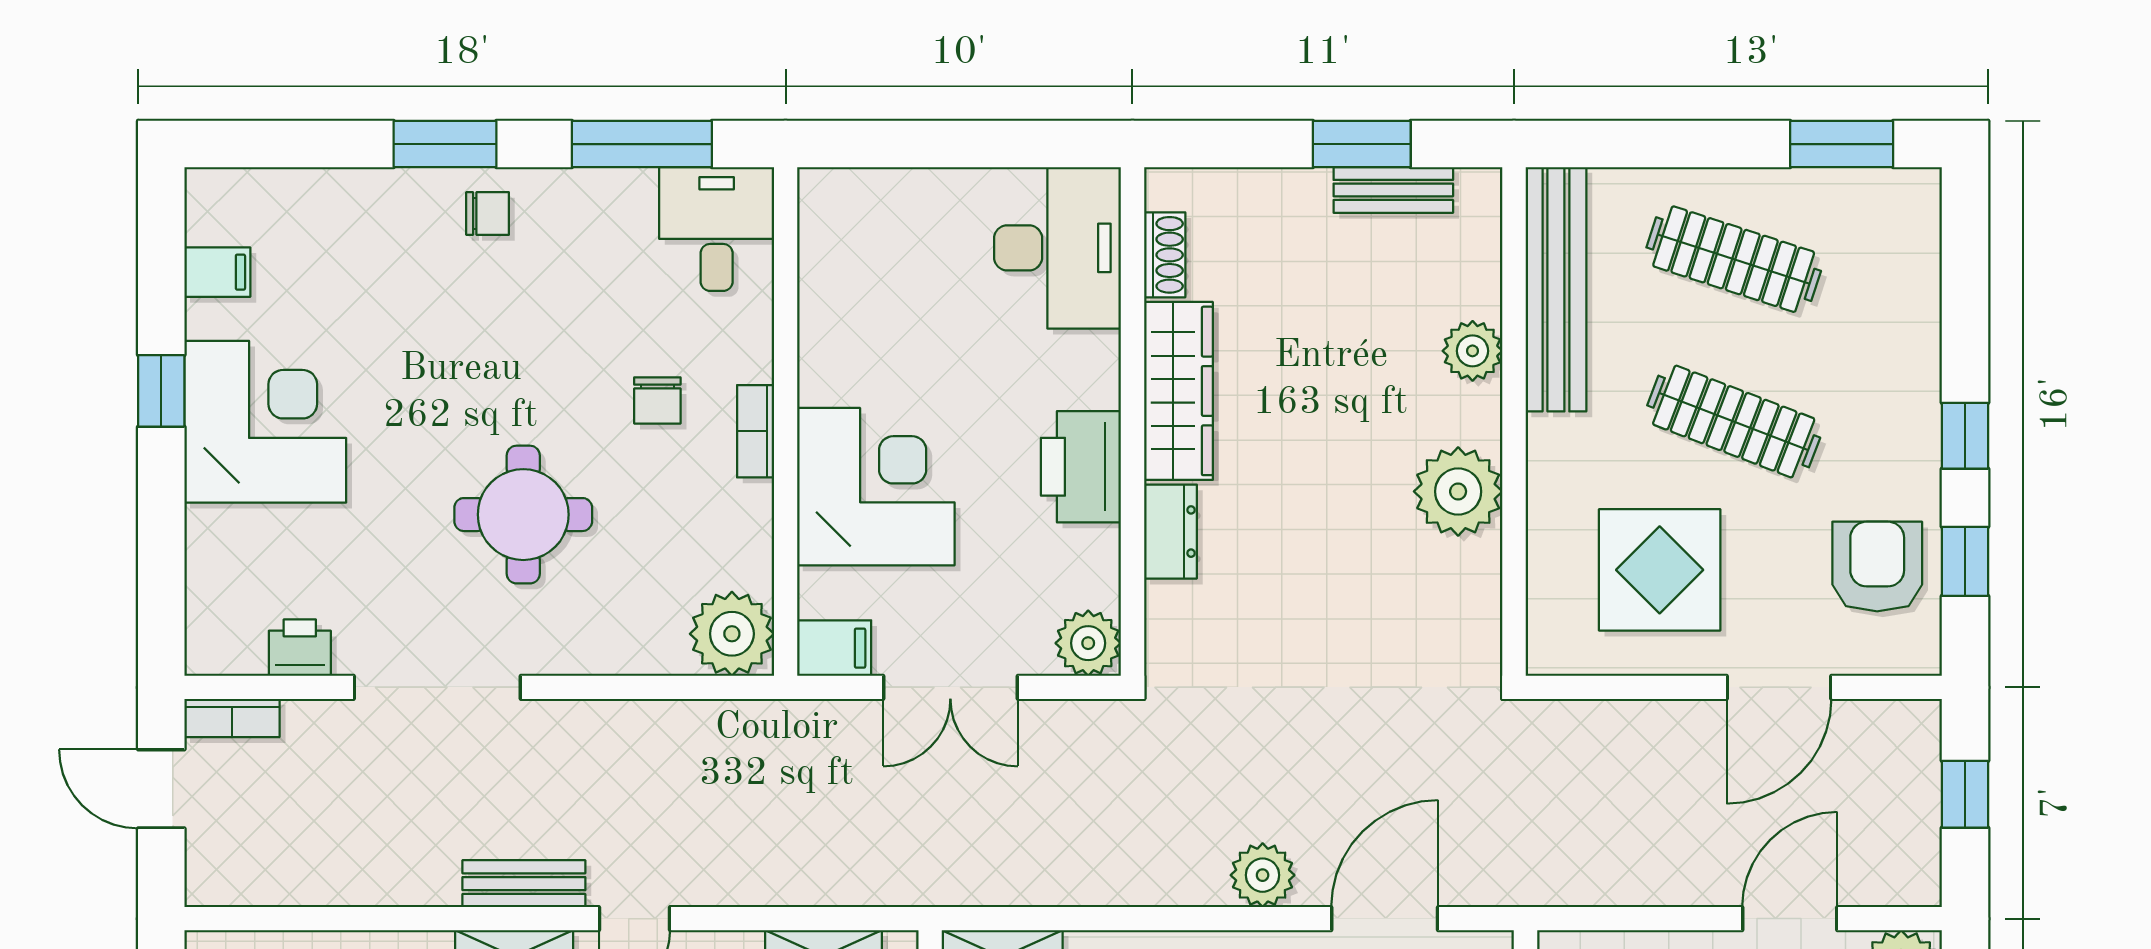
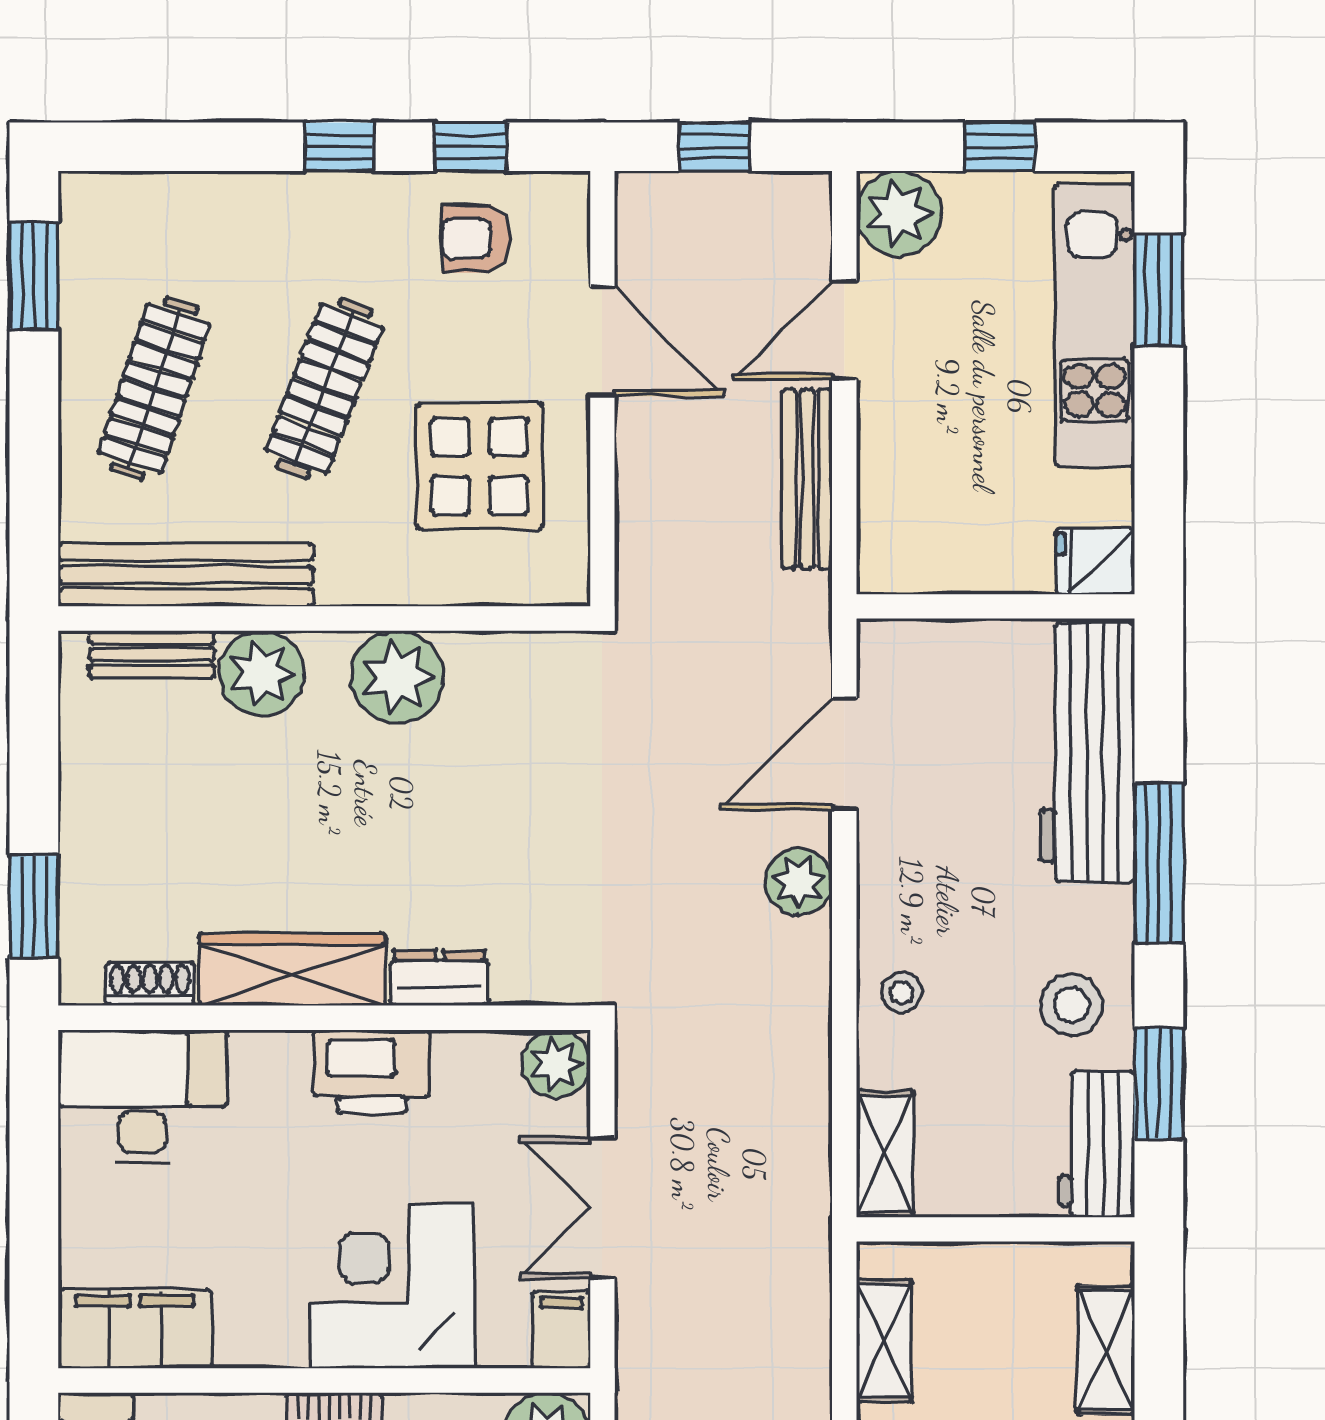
window: (1362, 144) -> (34, 907), moved
bench: (1393, 190) -> (152, 654), moved, turned 90
filing cabinet: (835, 240) -> (135, 1329), added
plant: (1473, 351) -> (262, 673), width x1.36, depth x1.36
armchair: (1877, 567) -> (476, 238), width x0.72, depth x0.72
double door: (950, 687) -> (602, 1208), swing flipped
bench: (1647, 883) -> (807, 479), added
door: (1385, 919) -> (844, 754), hinge flipped
door: (1790, 919) -> (844, 330), hinge flipped

